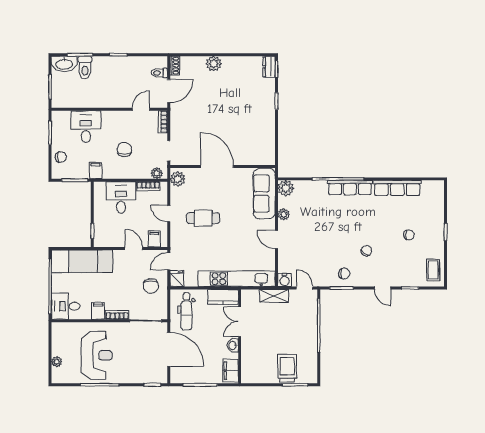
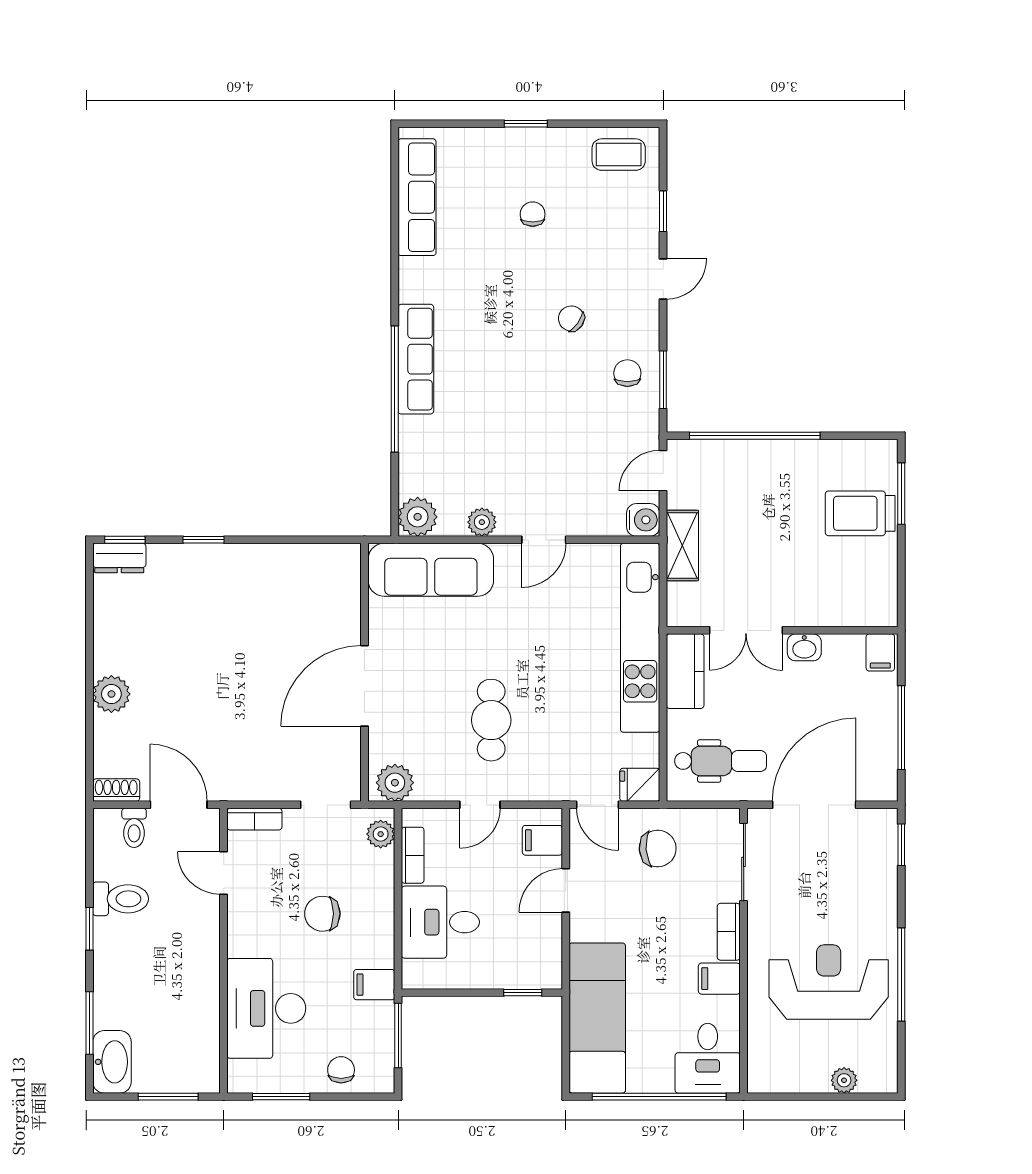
toilet: (85, 67) -> (121, 899), moved
desk: (86, 127) -> (266, 1008), width x1.37
row of seats: (397, 188) -> (417, 197), moved
filing cabinet: (231, 371) -> (880, 652), width x0.50

